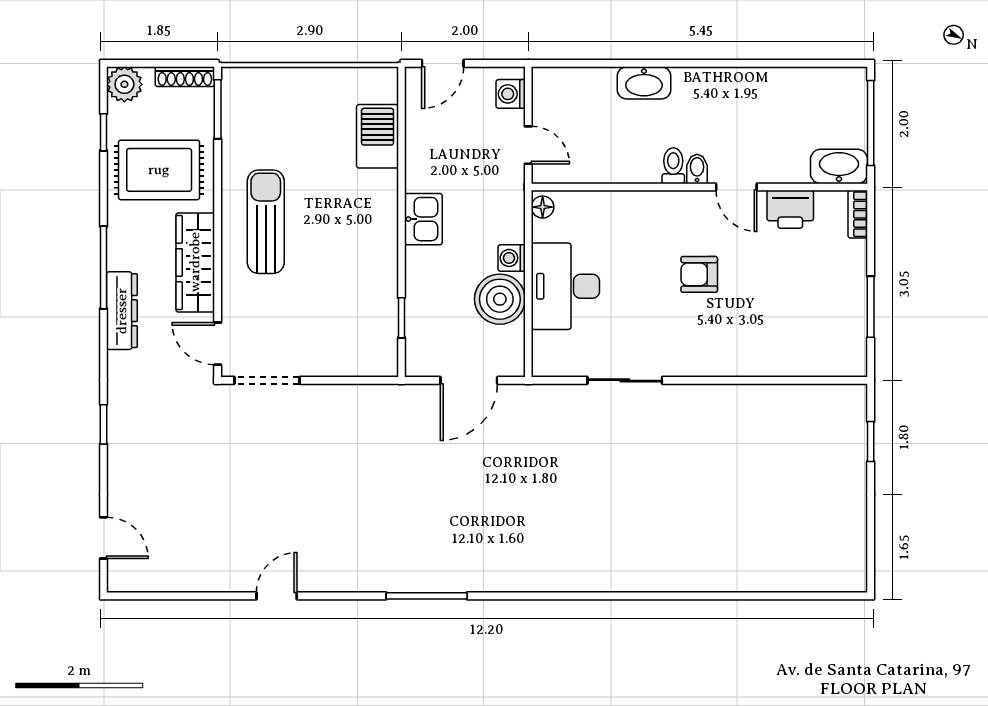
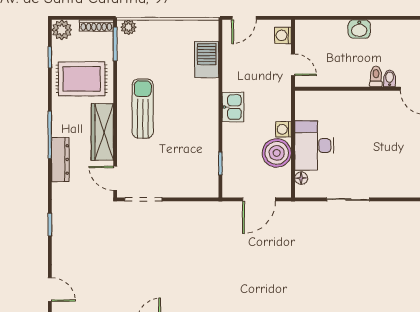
plant: (241, 80) -> (129, 27), added
washbasin: (644, 83) -> (359, 29), width x0.72
floor lamp: (543, 207) -> (301, 178), moved
armchair: (699, 274) -> (391, 139), removed

